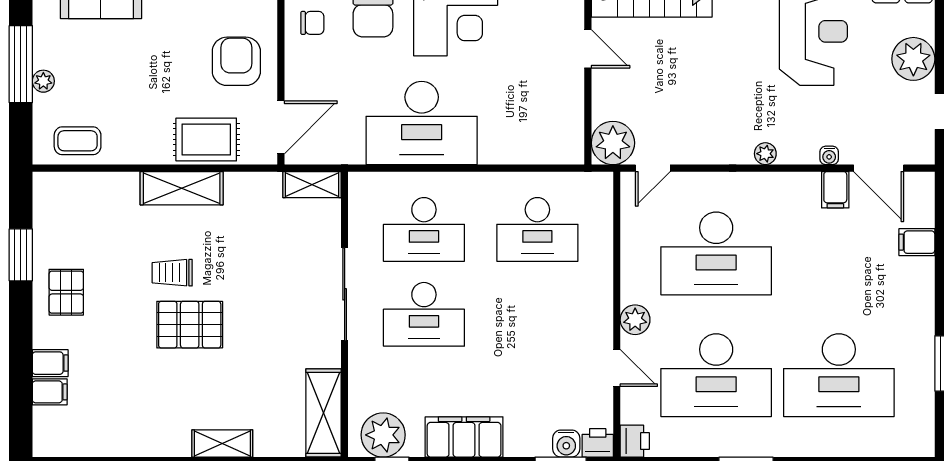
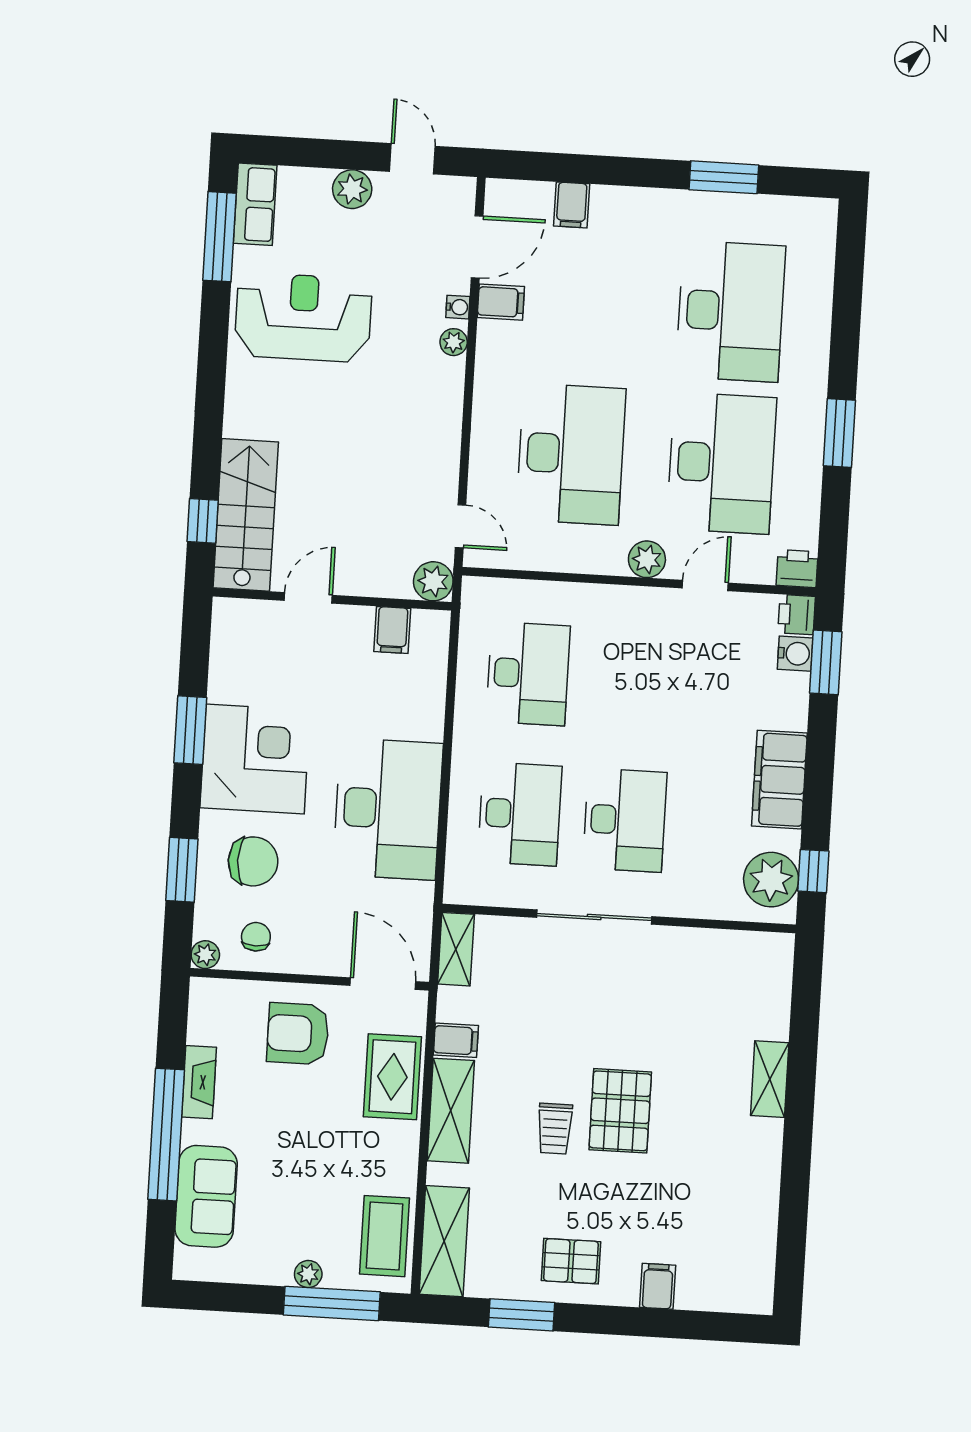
plant: (913, 59) -> (352, 189), width x0.73, depth x0.73
window: (21, 64) -> (332, 1303), moved
filing cabinet: (566, 118) -> (392, 630), added
coffee table: (78, 141) -> (385, 1236), width x1.36, depth x1.30
plant: (613, 143) -> (433, 581), width x0.73, depth x0.73
plant: (765, 154) -> (454, 342), moved
filing cabinet: (50, 392) -> (456, 1040), moved, turned 90
shelving: (323, 413) -> (444, 1241), moved, turned 90

